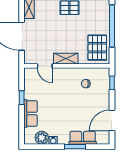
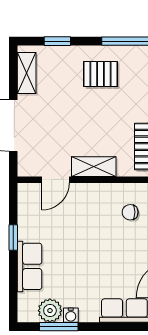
door: (45, 66) -> (56, 180), hinge flipped
window: (75, 147) -> (59, 327), moved

